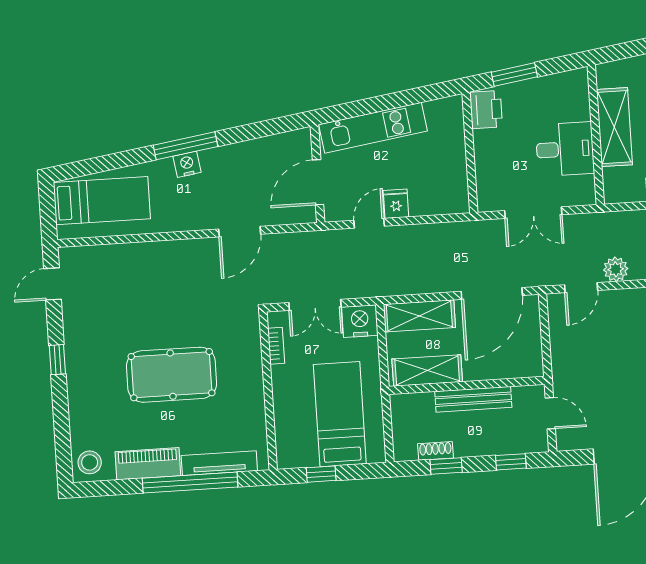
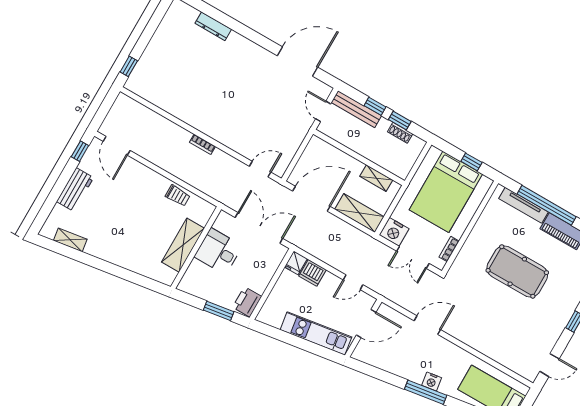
dishwasher: (428, 201) -> (313, 273), added
fridge: (396, 204) -> (296, 263), moved
double door: (533, 213) -> (259, 228), width x1.37
plant: (616, 269) -> (234, 167), removed
double door: (315, 305) -> (413, 257), swing flipped
shelving: (427, 370) -> (376, 178), width x0.67, depth x0.75
bench: (473, 399) -> (356, 109), moved
bed: (340, 414) -> (446, 192), width x1.50
window: (511, 462) -> (375, 106), moved

